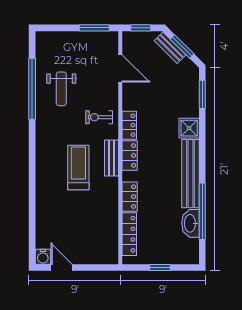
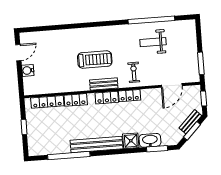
washbasin: (190, 223) -> (150, 140), moved
water cooler: (43, 257) -> (28, 70), moved

